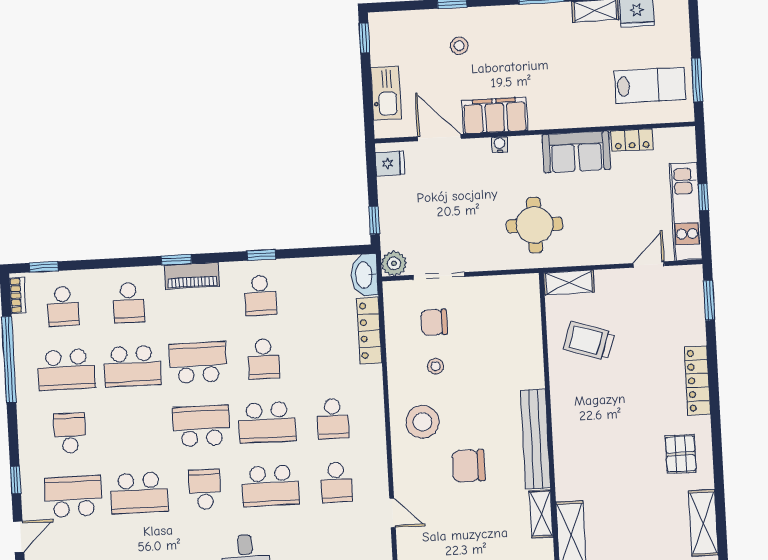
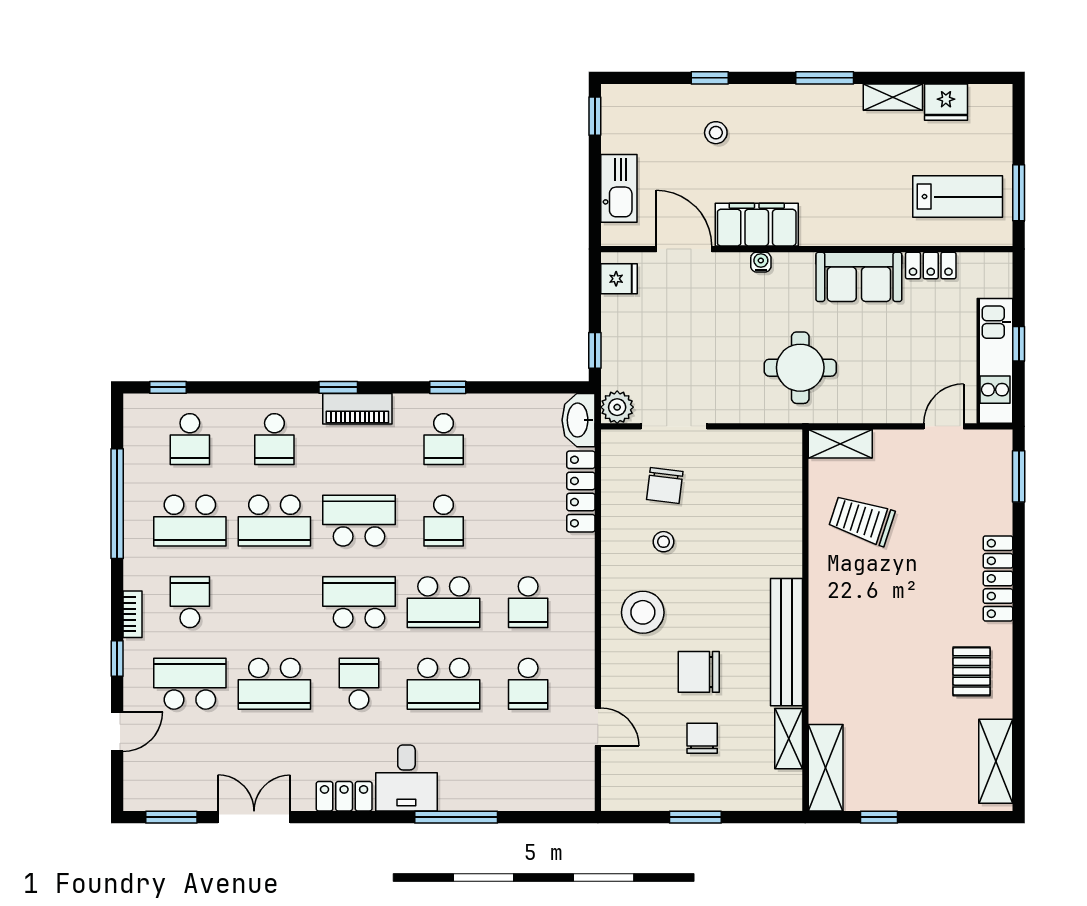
bookcase: (18, 296) -> (132, 614), moved
chair: (434, 322) -> (665, 485), turned -83
chair: (474, 517) -> (702, 738), added

